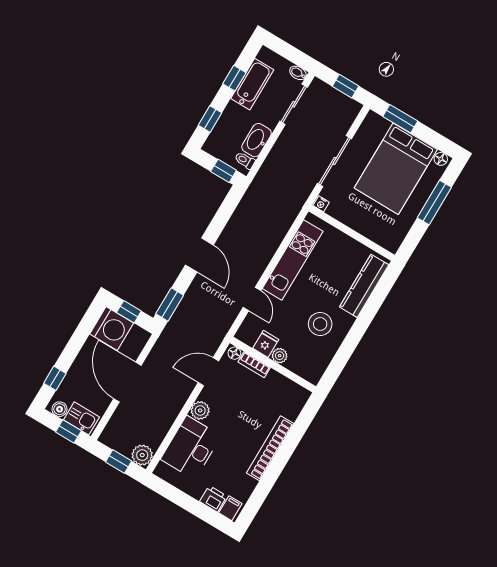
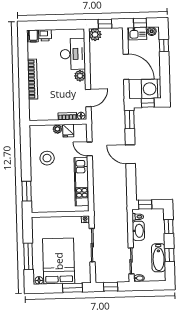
kitchen counter: (364, 286) -> (37, 192), removed
window: (379, 296) -> (27, 191), added

